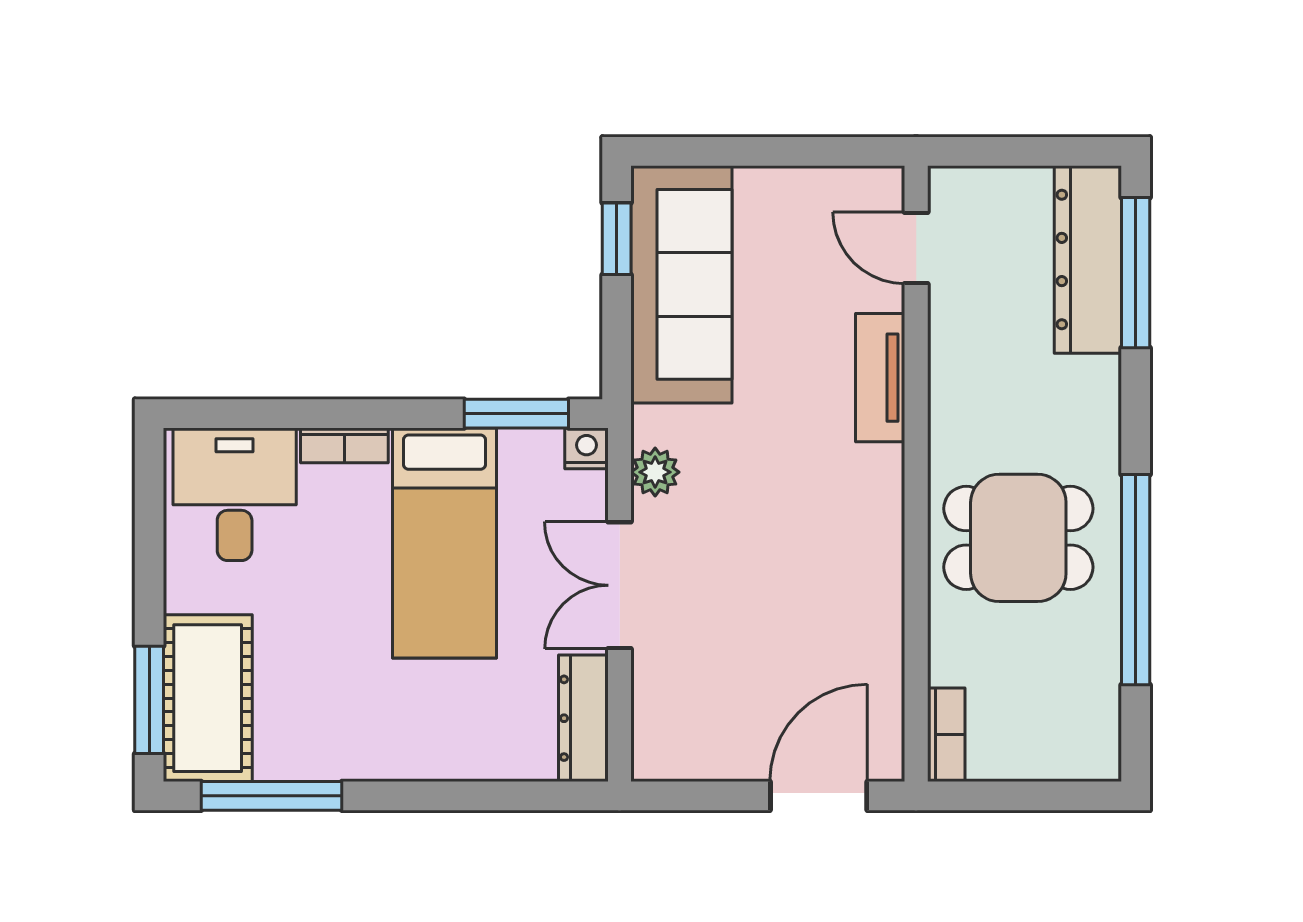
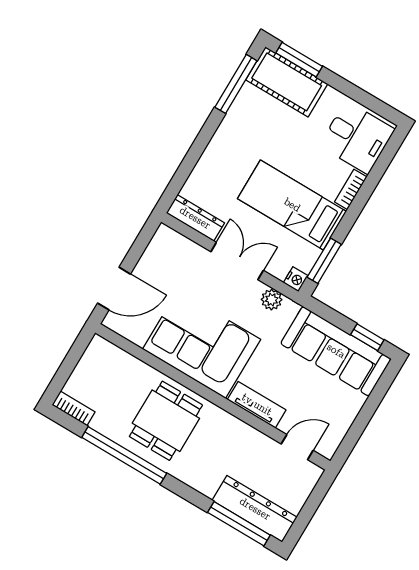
corner sofa: (825, 558) -> (202, 344), added
bookcase: (946, 735) -> (74, 408), moved, turned 180
door: (819, 796) -> (114, 289), hinge flipped

